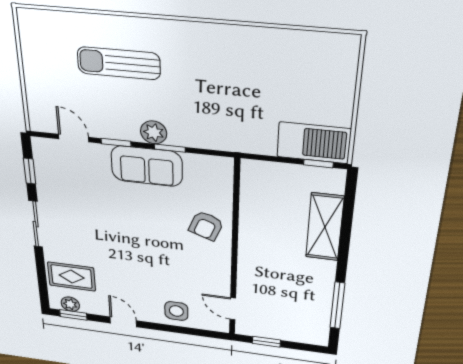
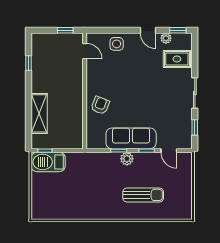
sofa: (147, 166) -> (131, 138), width x1.36
plant: (70, 304) -> (166, 38), moved
window: (337, 306) -> (28, 63), width x0.46

